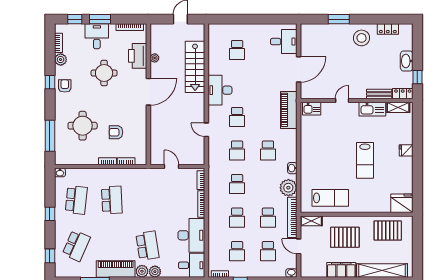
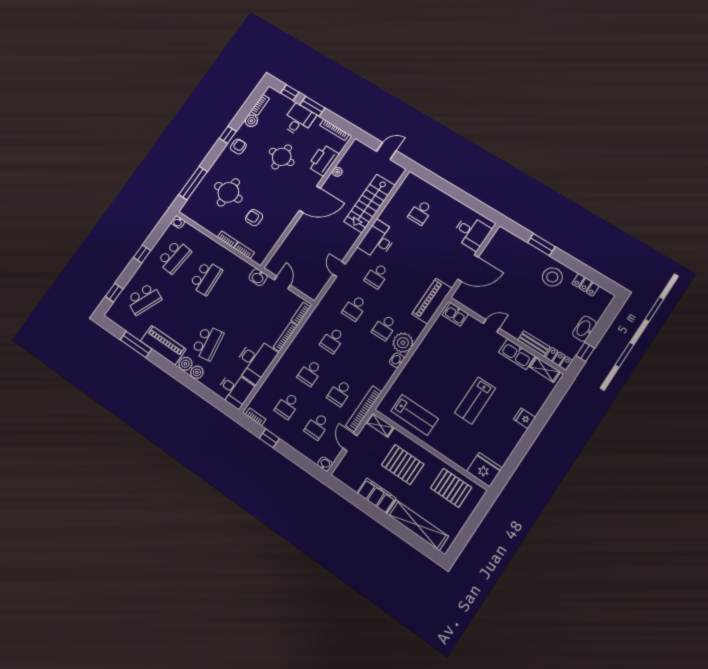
washbasin: (151, 174) -> (258, 277), added
plant: (288, 188) -> (403, 343), moved

